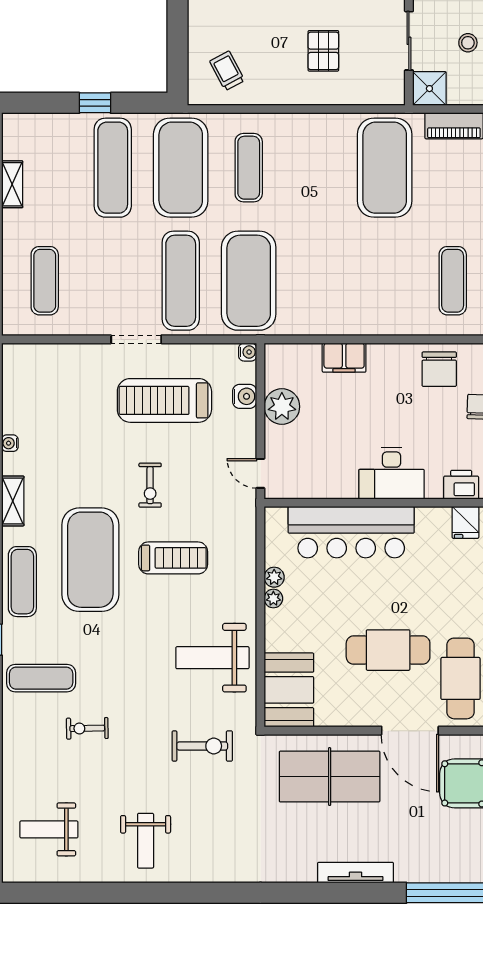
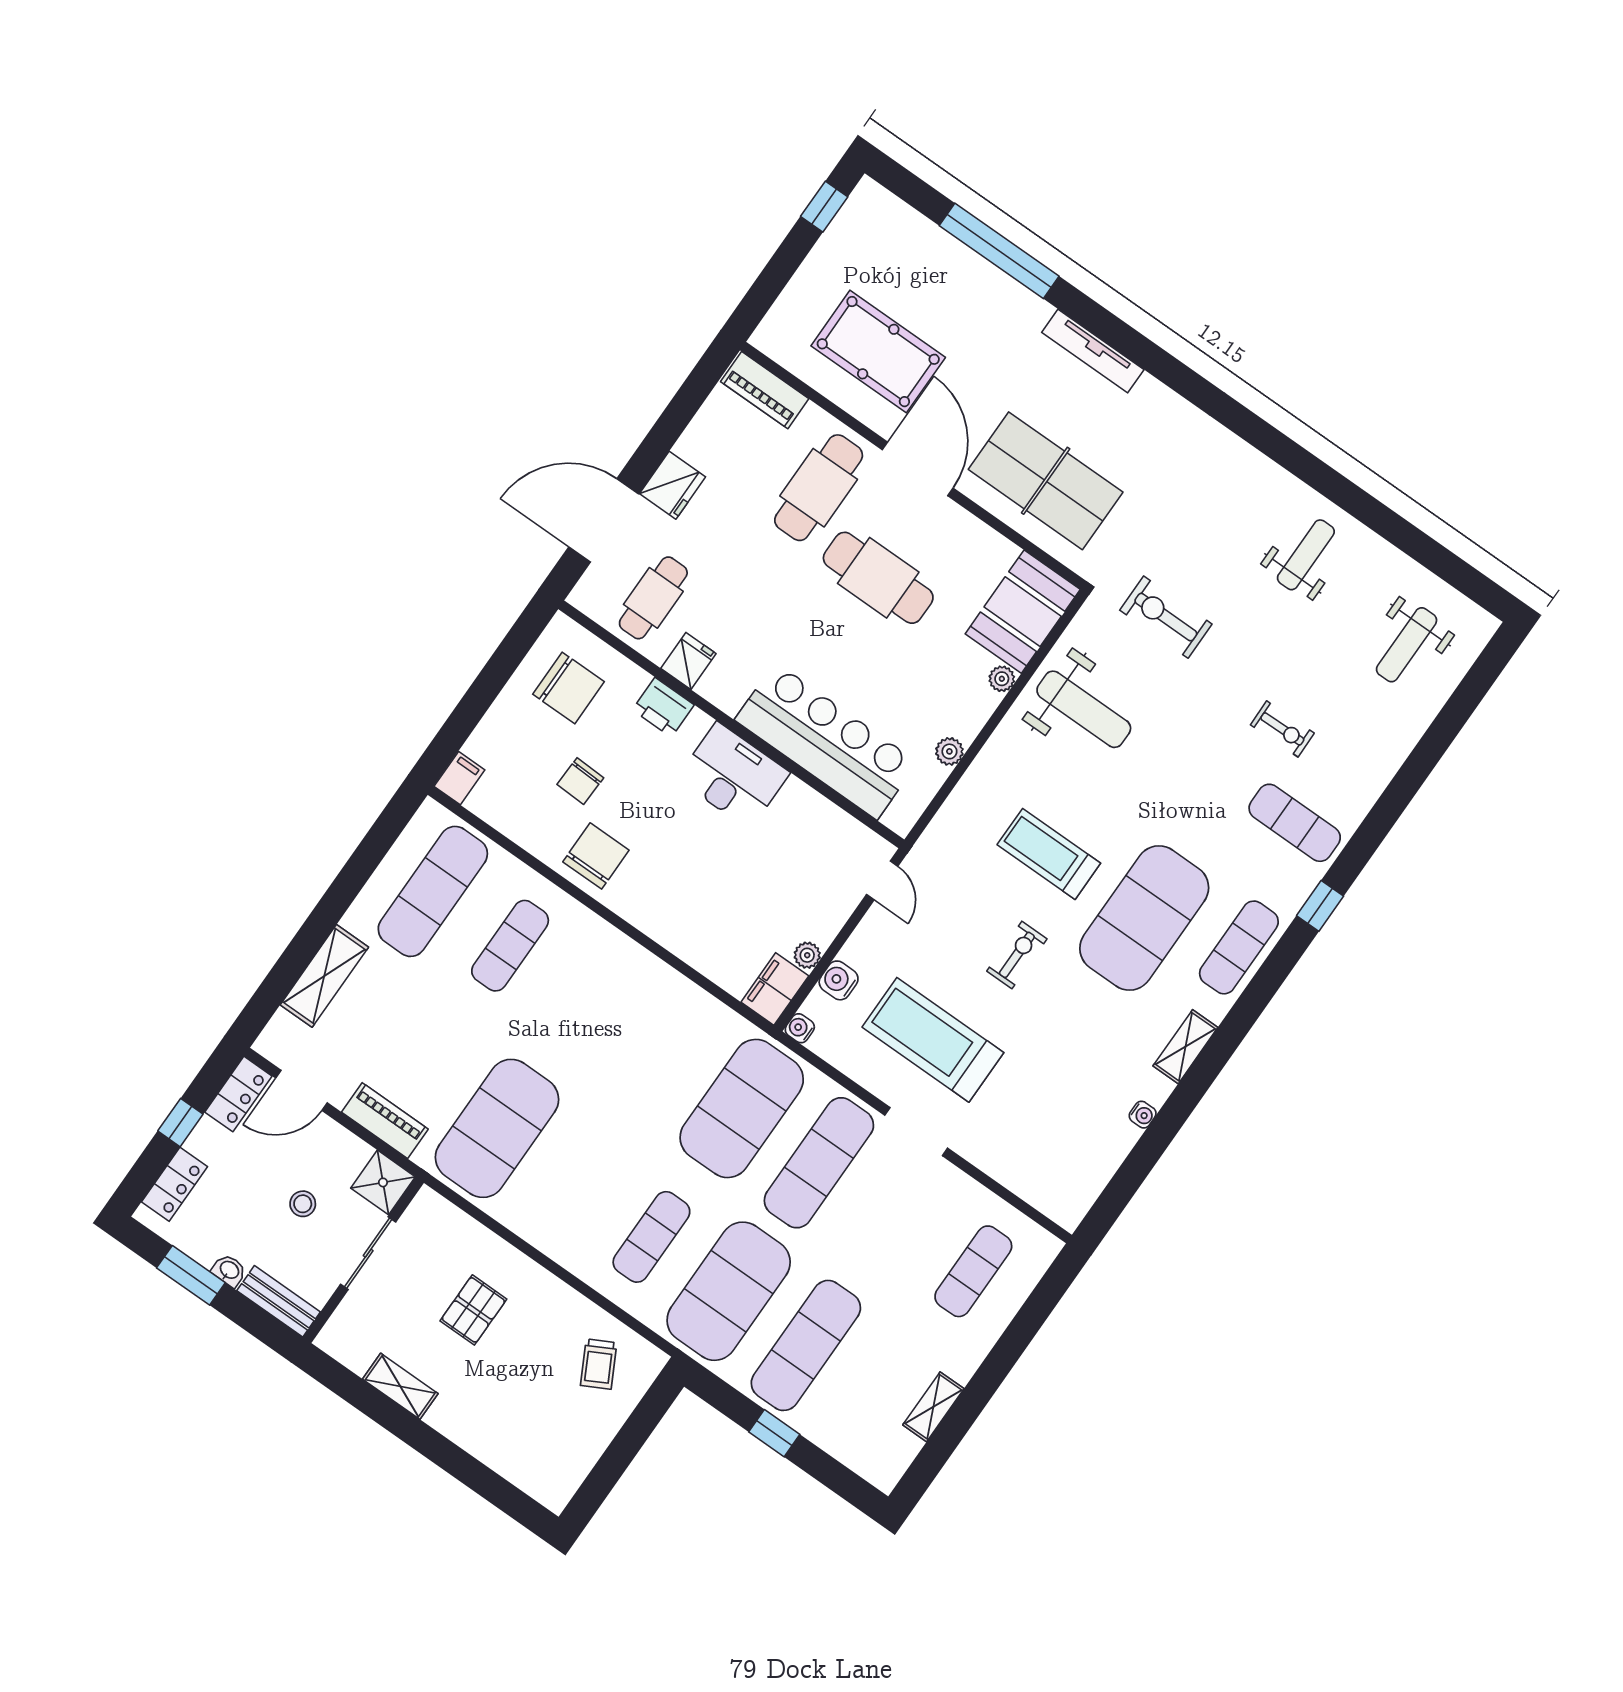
filing cabinet: (344, 358) -> (775, 989), moved, turned -90
treadmill: (164, 400) -> (933, 1040), turned 180
plant: (282, 407) -> (807, 955), width x0.53, depth x0.53
plant: (273, 598) -> (1002, 679), moved
weight bench: (49, 829) -> (1407, 645), turned 90

